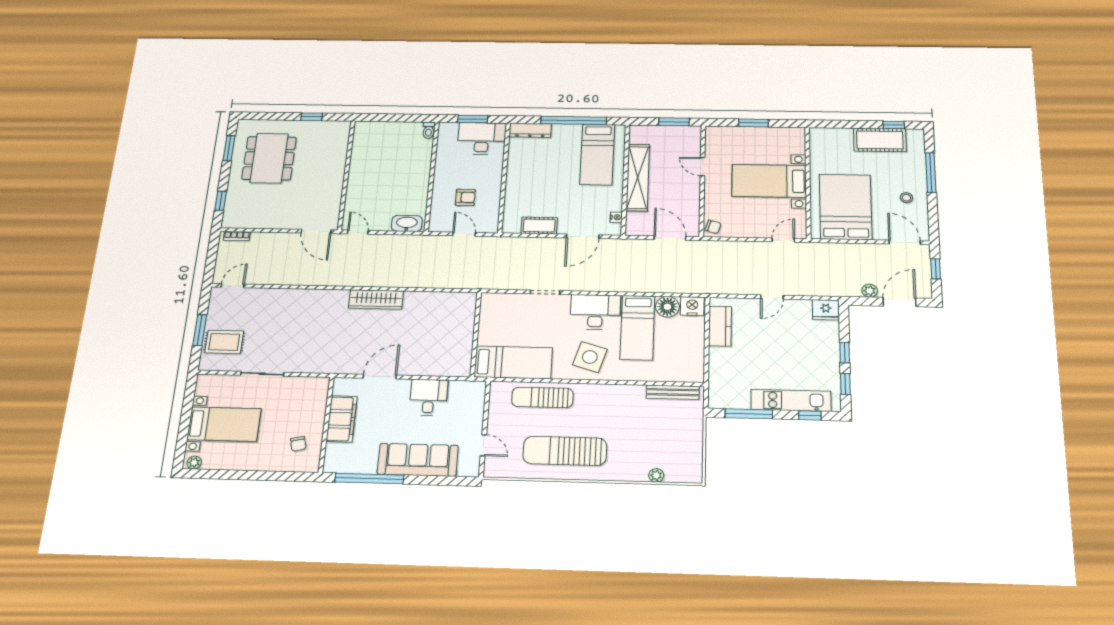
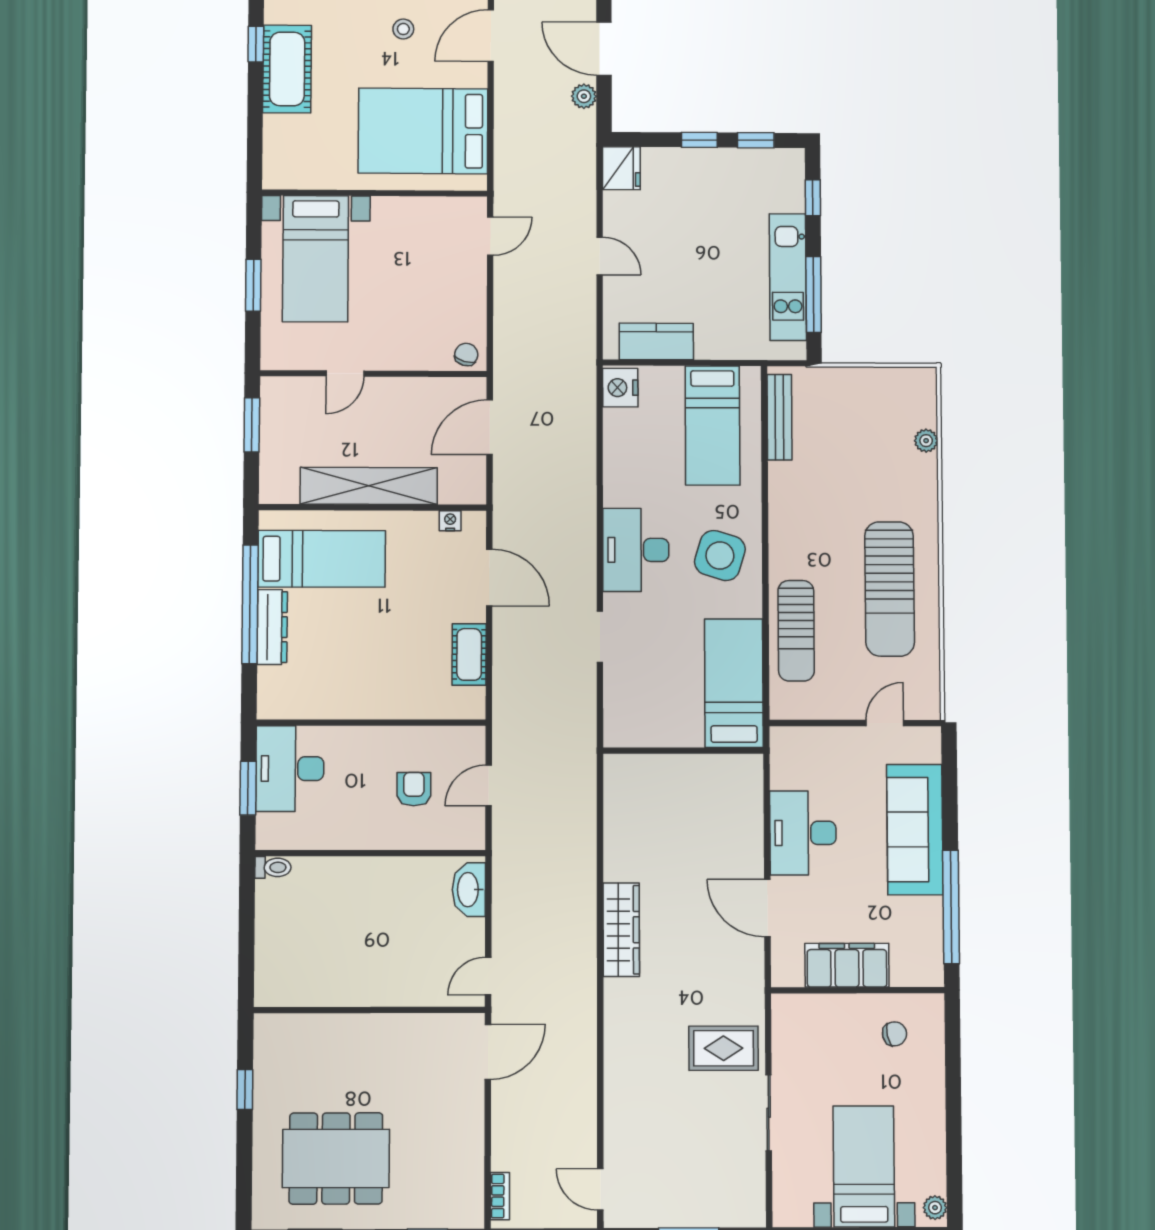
dresser: (530, 130) -> (272, 627), moved
bed with nightstands: (769, 181) -> (315, 259), moved
door: (783, 240) -> (490, 236), swing flipped
floor lamp: (667, 307) -> (622, 429), removed
bed: (637, 328) -> (713, 426), moved, turned 90
rug: (224, 342) -> (724, 1048), moved, turned 90
desk: (429, 397) -> (803, 833), width x1.37
kitchen unit: (791, 400) -> (788, 277), moved

